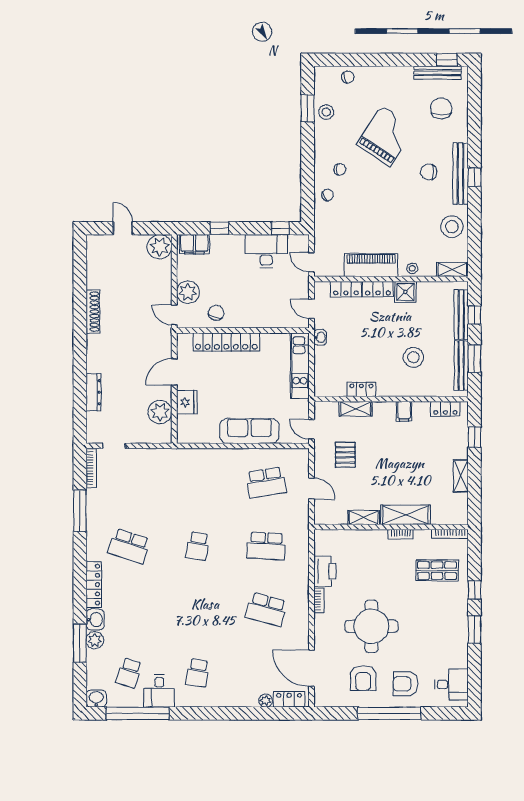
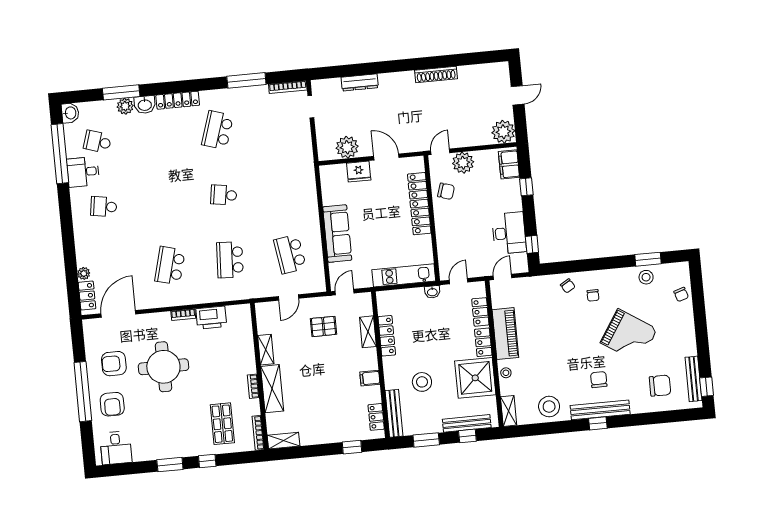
shower: (405, 292) -> (475, 378), width x1.86, depth x1.86
bench: (461, 366) -> (394, 413), moved, turned 90
locker: (361, 389) -> (387, 336), width x1.53
shelving: (461, 476) -> (284, 441), moved
armchair: (405, 684) -> (112, 404), turned 180

